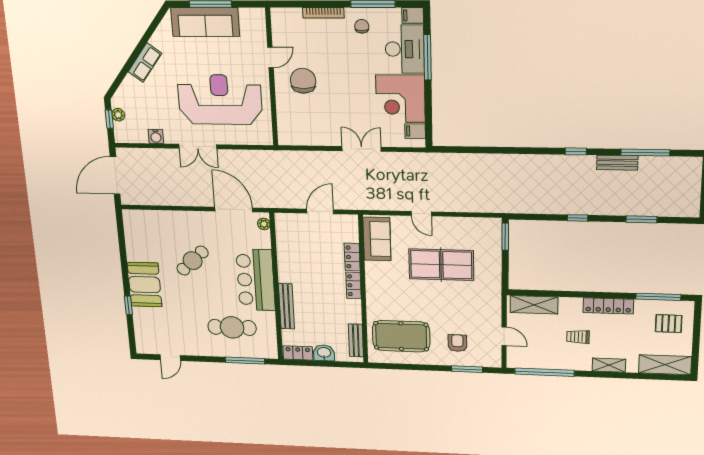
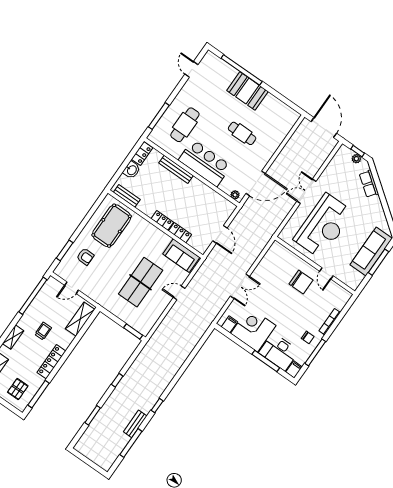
row of seats: (145, 63) -> (369, 184), moved
water cooler: (156, 136) -> (329, 171), removed
cafe table: (193, 261) -> (242, 133), turned -47
window: (128, 305) -> (242, 70), width x3.17

